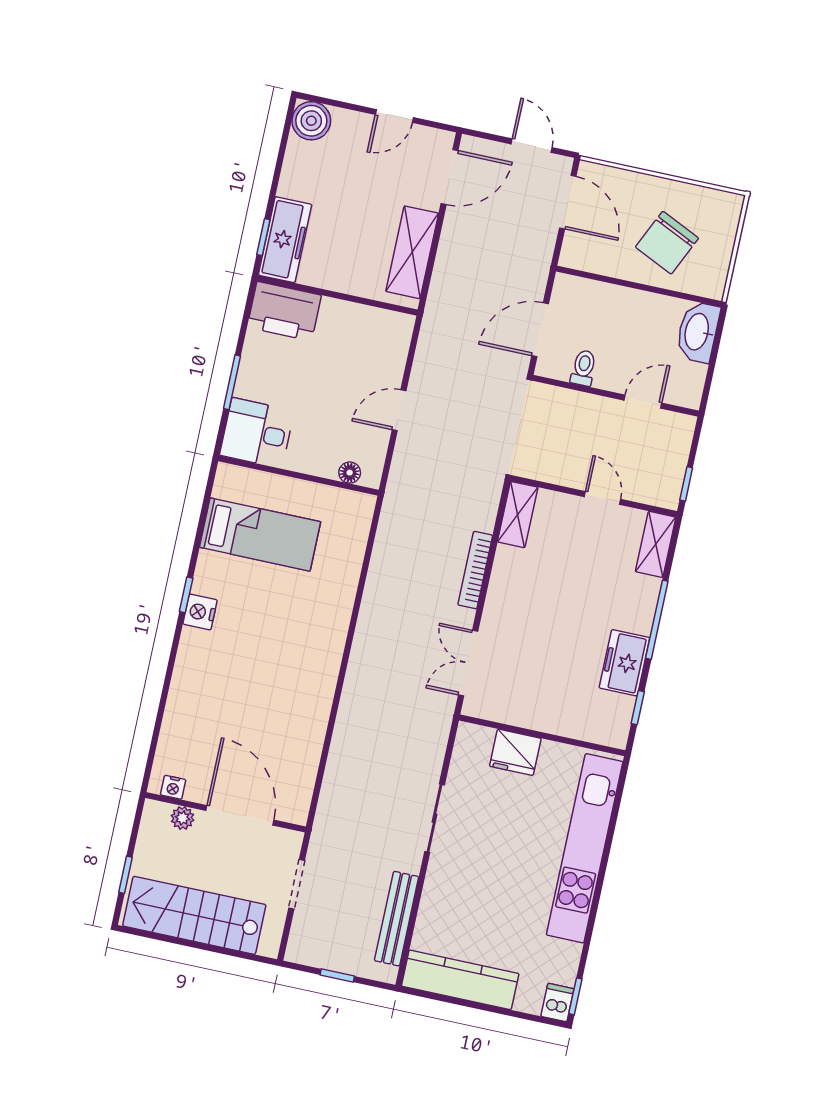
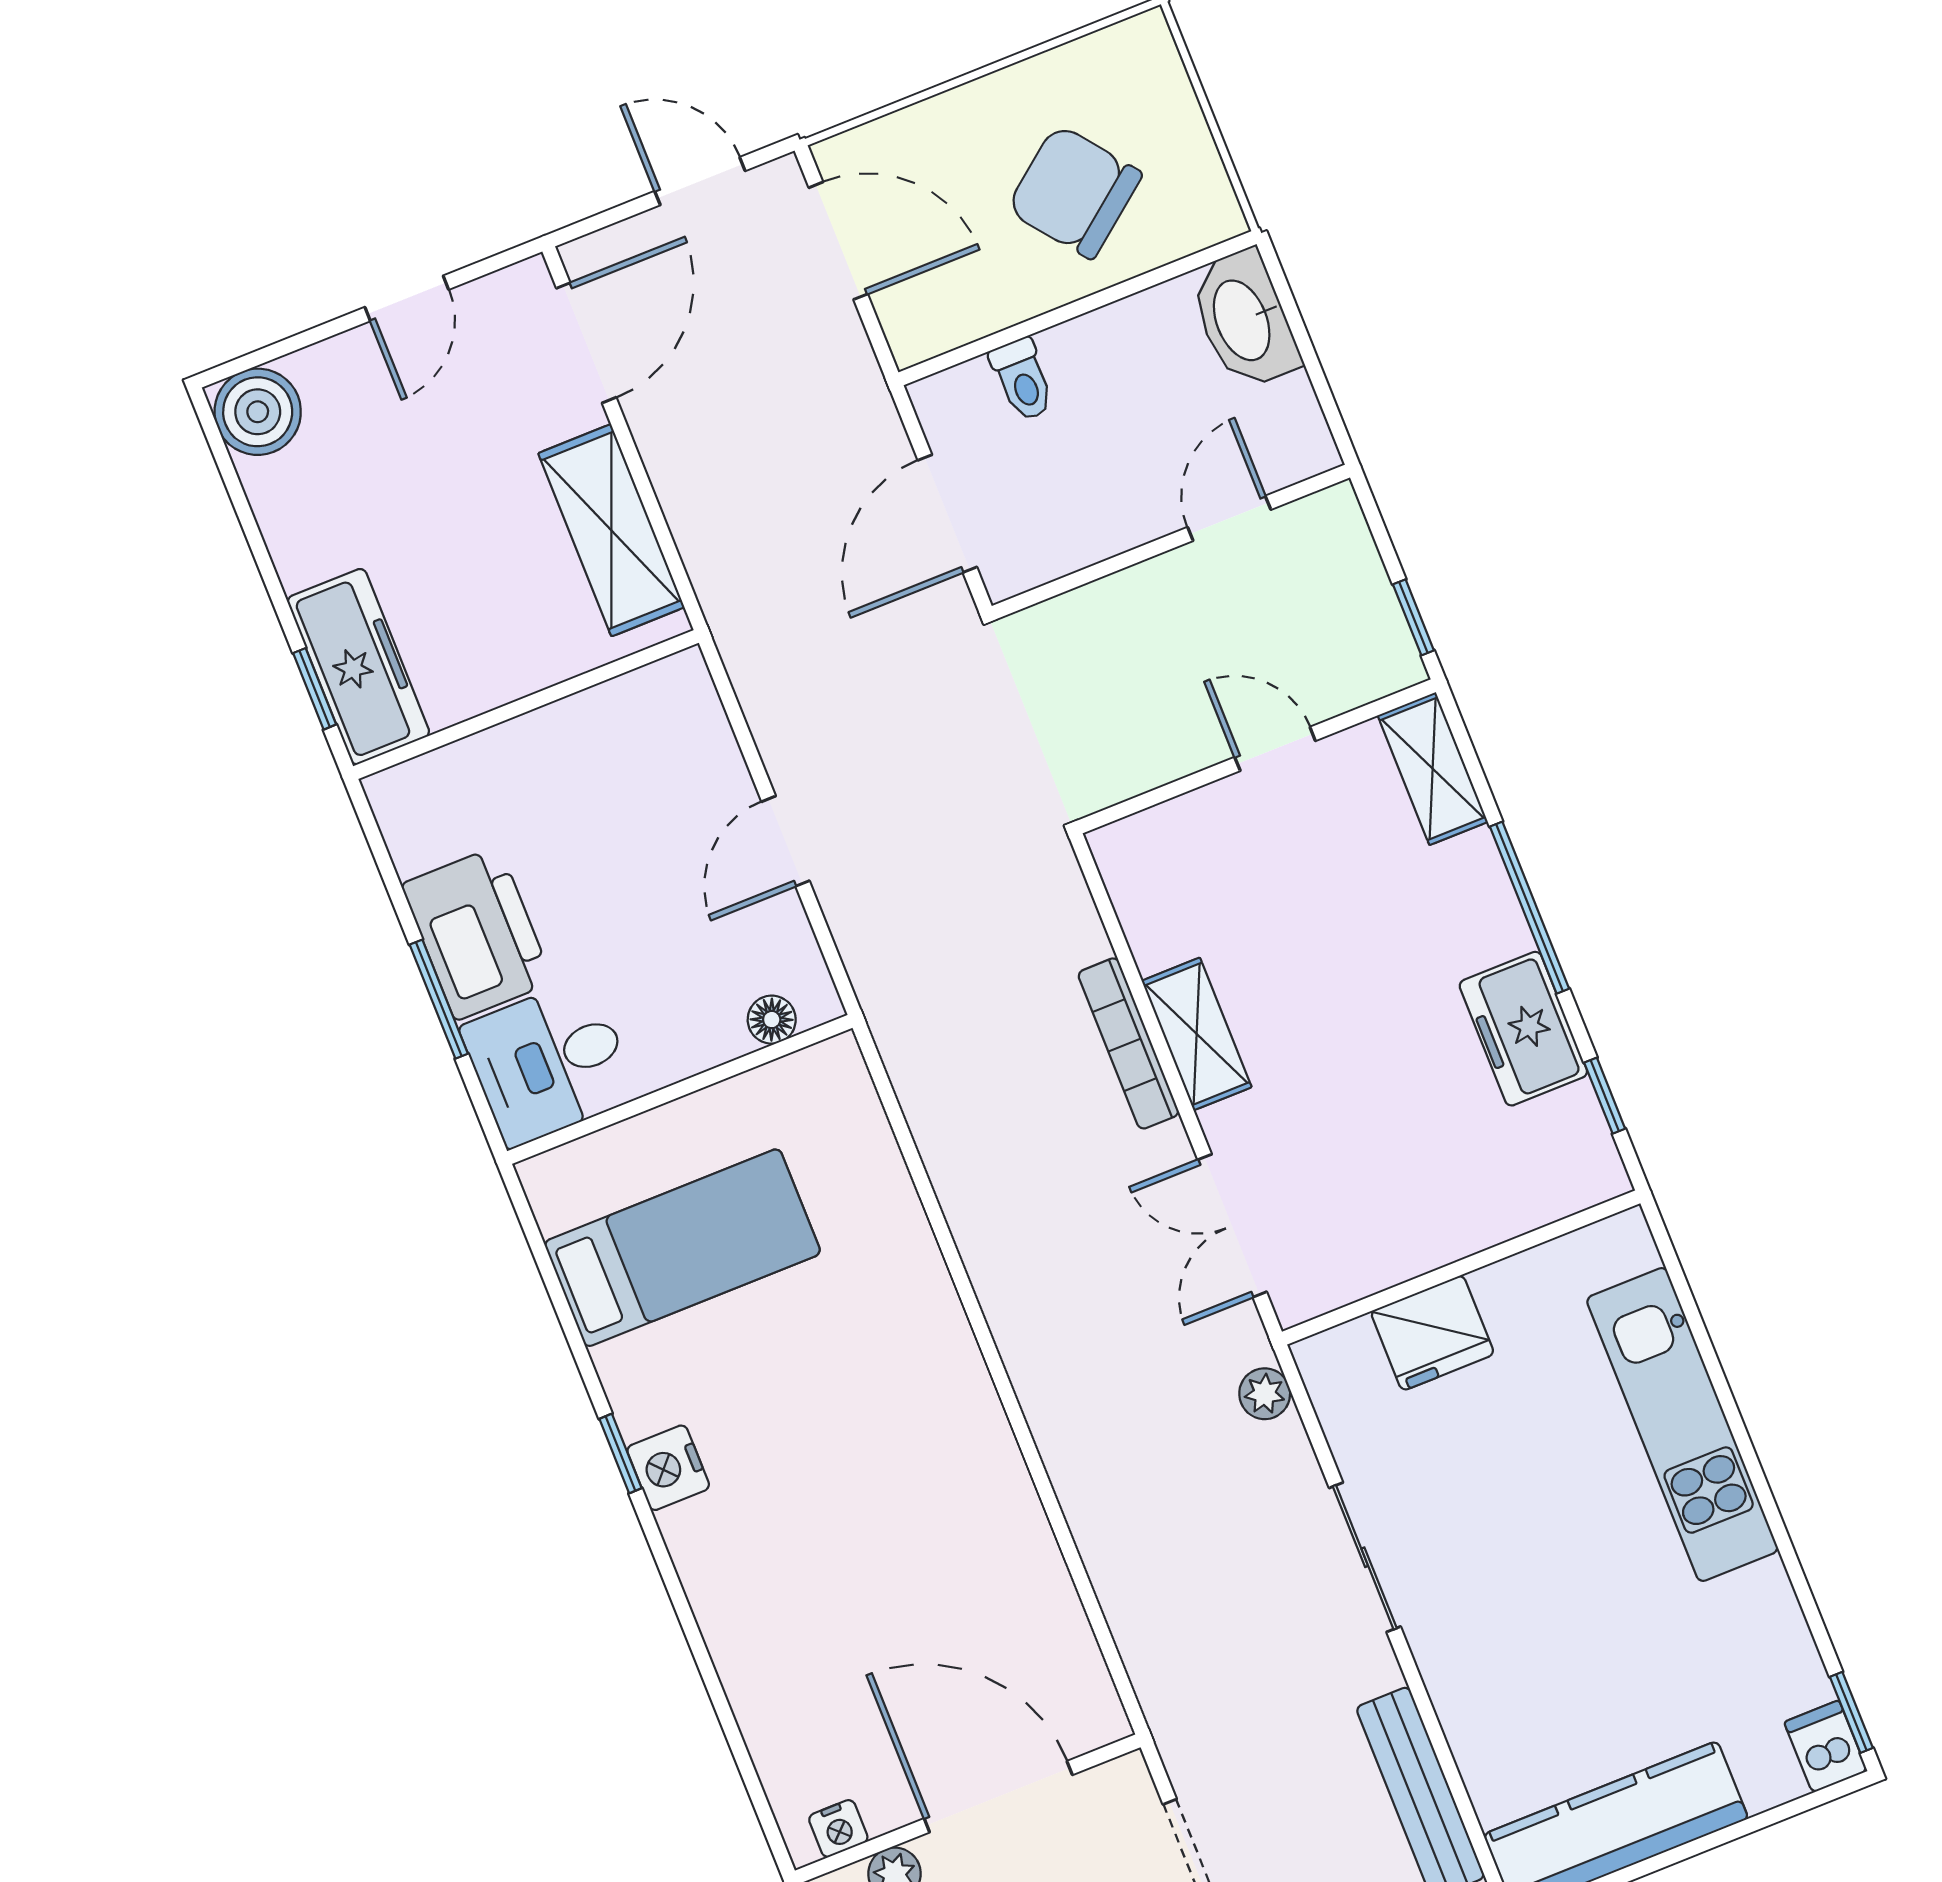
chair: (667, 243) -> (1074, 192), turned 117
printer: (284, 311) -> (477, 933), moved, turned -90
toilet: (584, 368) -> (1022, 379), moved, turned 180
shelving: (518, 515) -> (1197, 1034), moved
plant: (438, 733) -> (1265, 1394), added
kitchen unit: (585, 848) -> (1682, 1425), width x0.73

